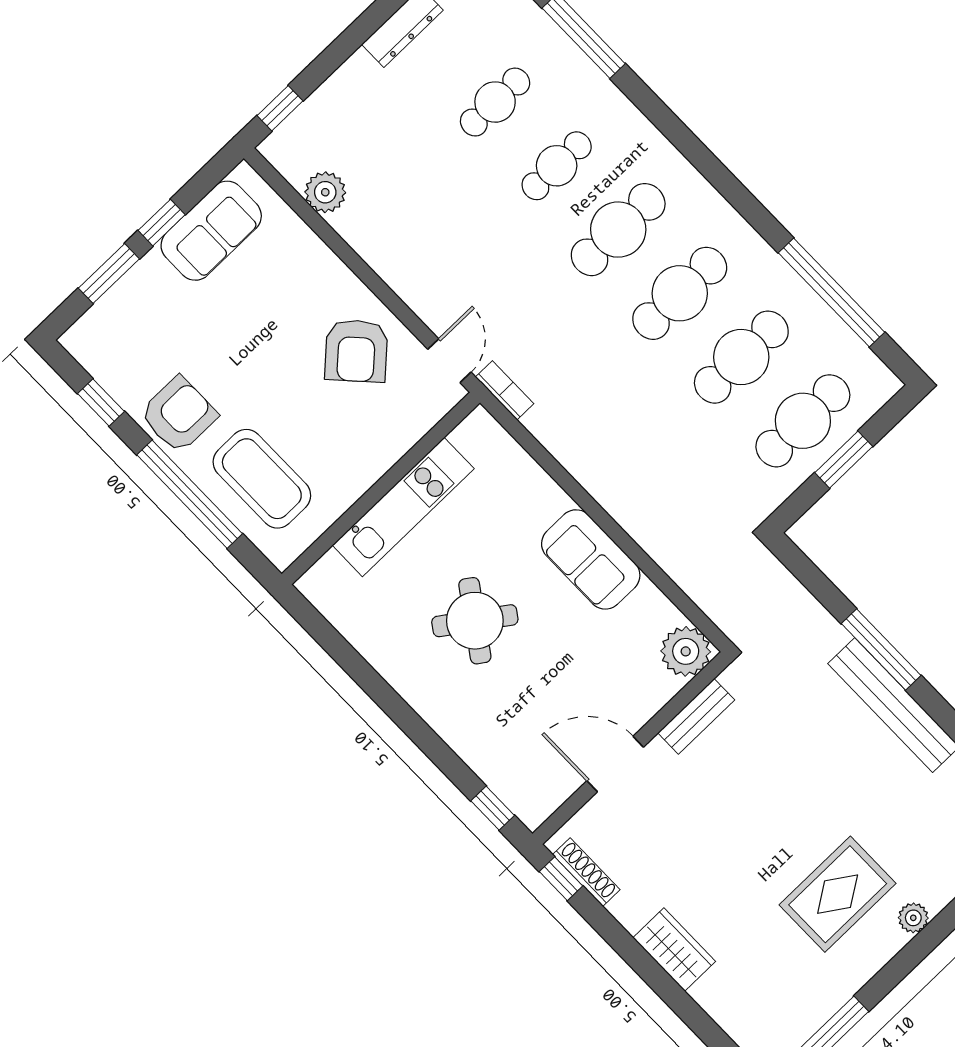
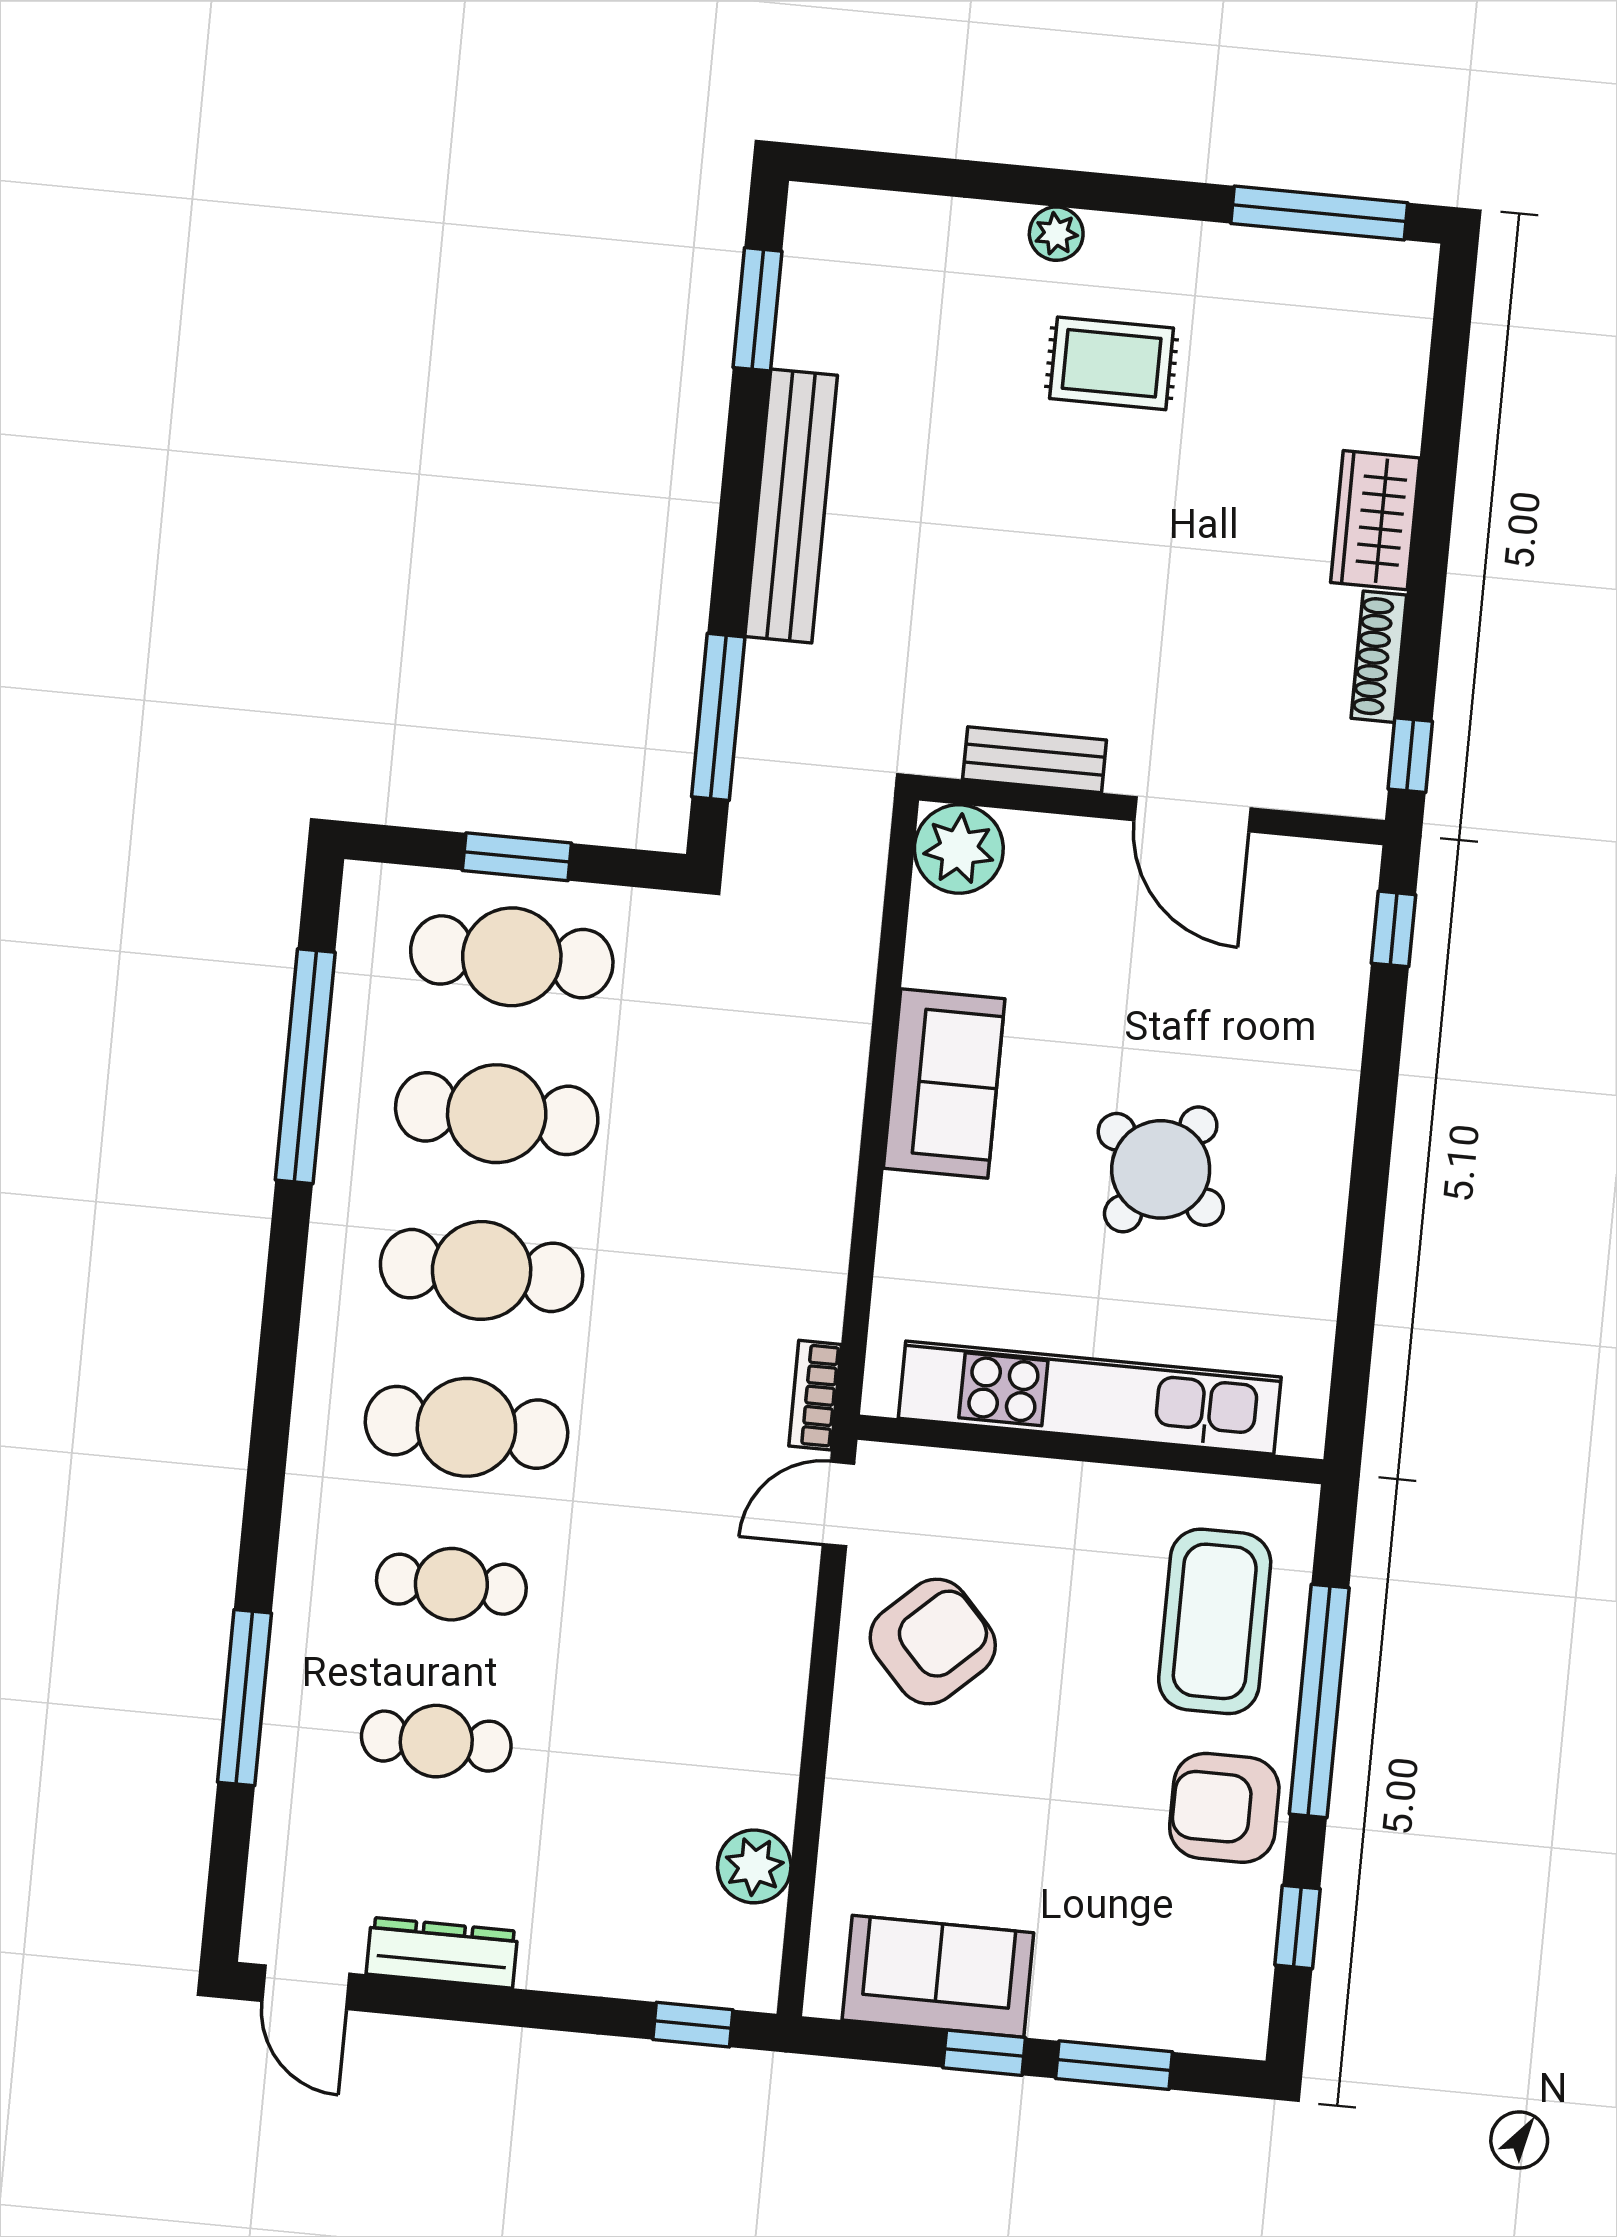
kitchen unit: (403, 507) -> (1090, 1398), width x1.36
window: (881, 650) -> (718, 717), moved
shoe rack: (586, 872) -> (1379, 657), moved
rug: (838, 894) -> (1112, 363), width x0.73, depth x0.70

